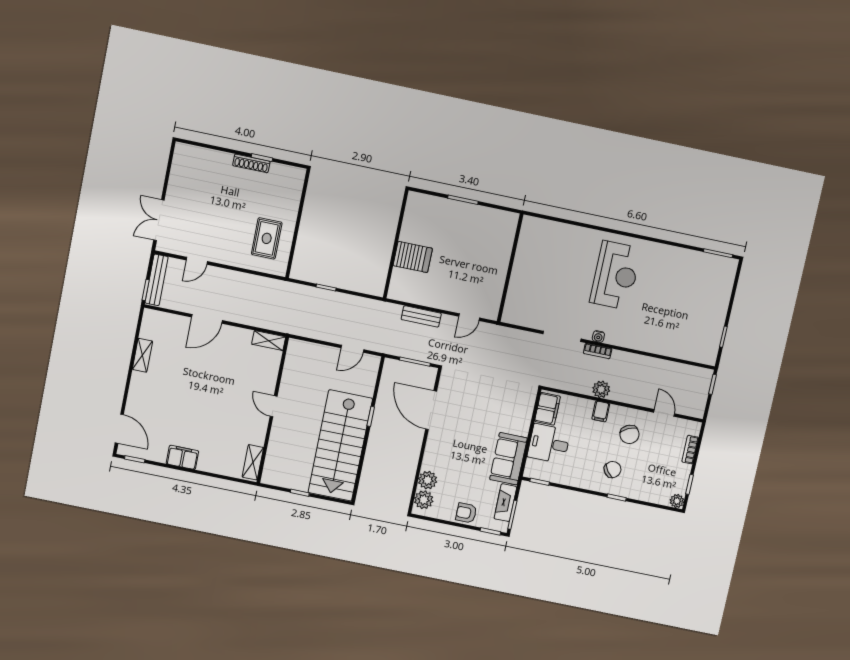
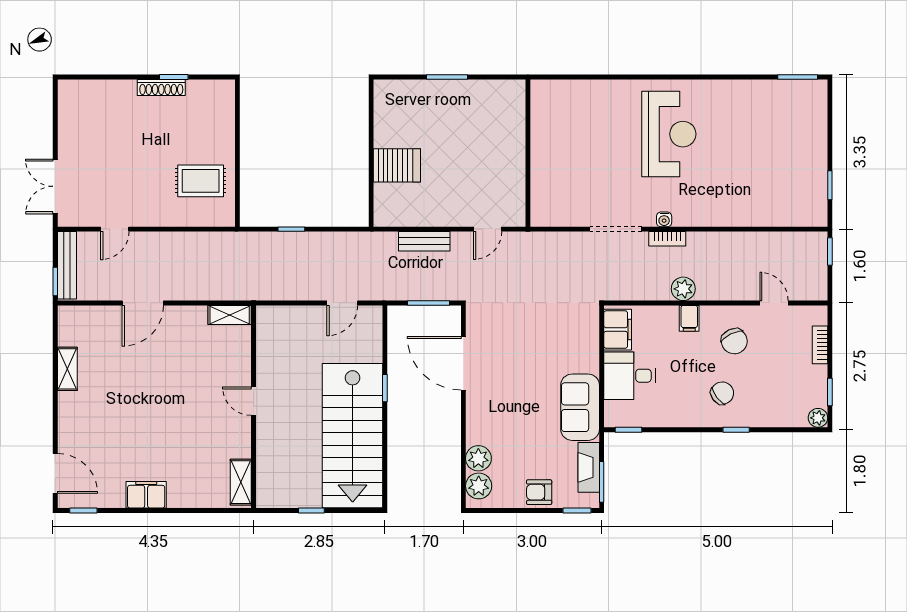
rug: (267, 238) -> (201, 181), turned 90

